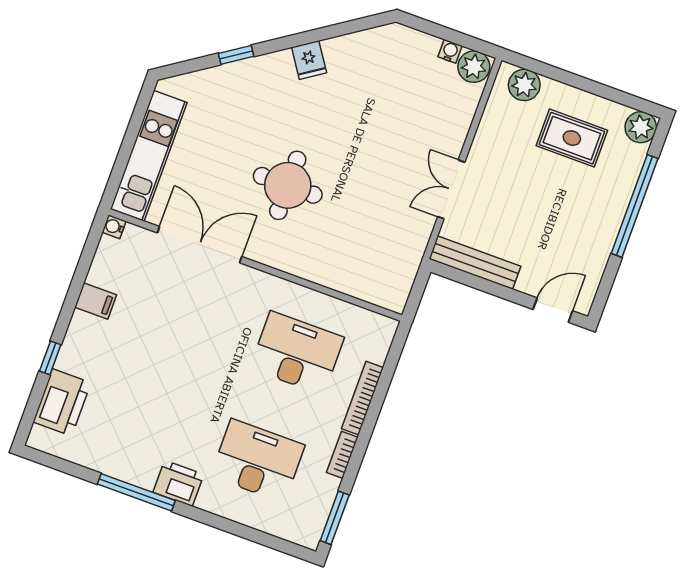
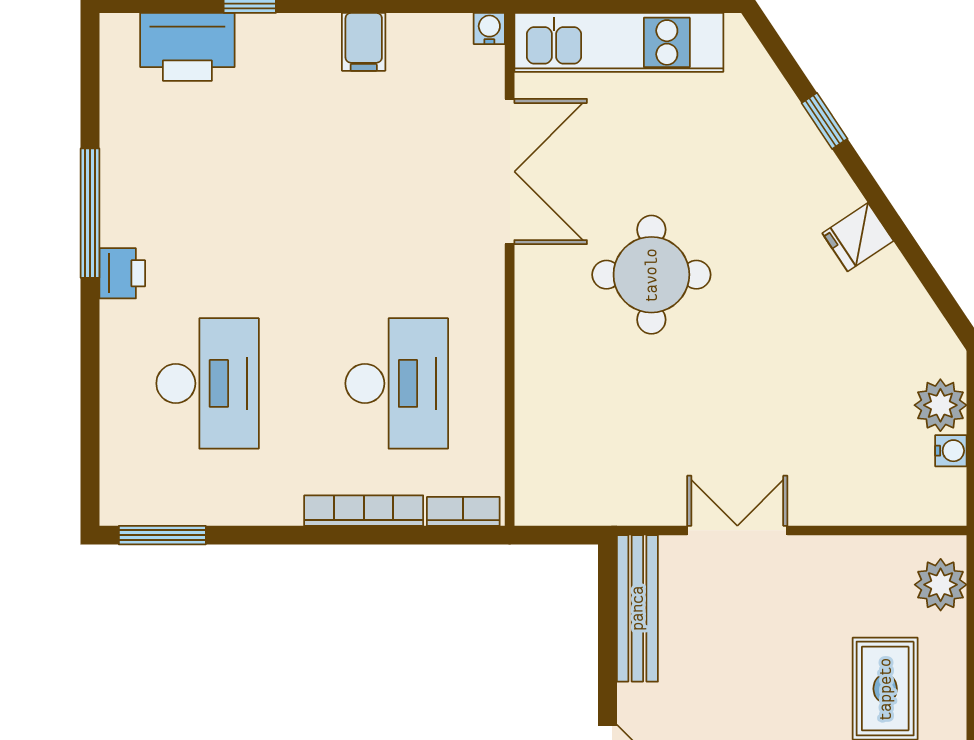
plant: (474, 67) -> (940, 405), moved
bookcase: (342, 455) -> (463, 511), moved
printer: (178, 483) -> (122, 273), width x0.73, depth x0.81

